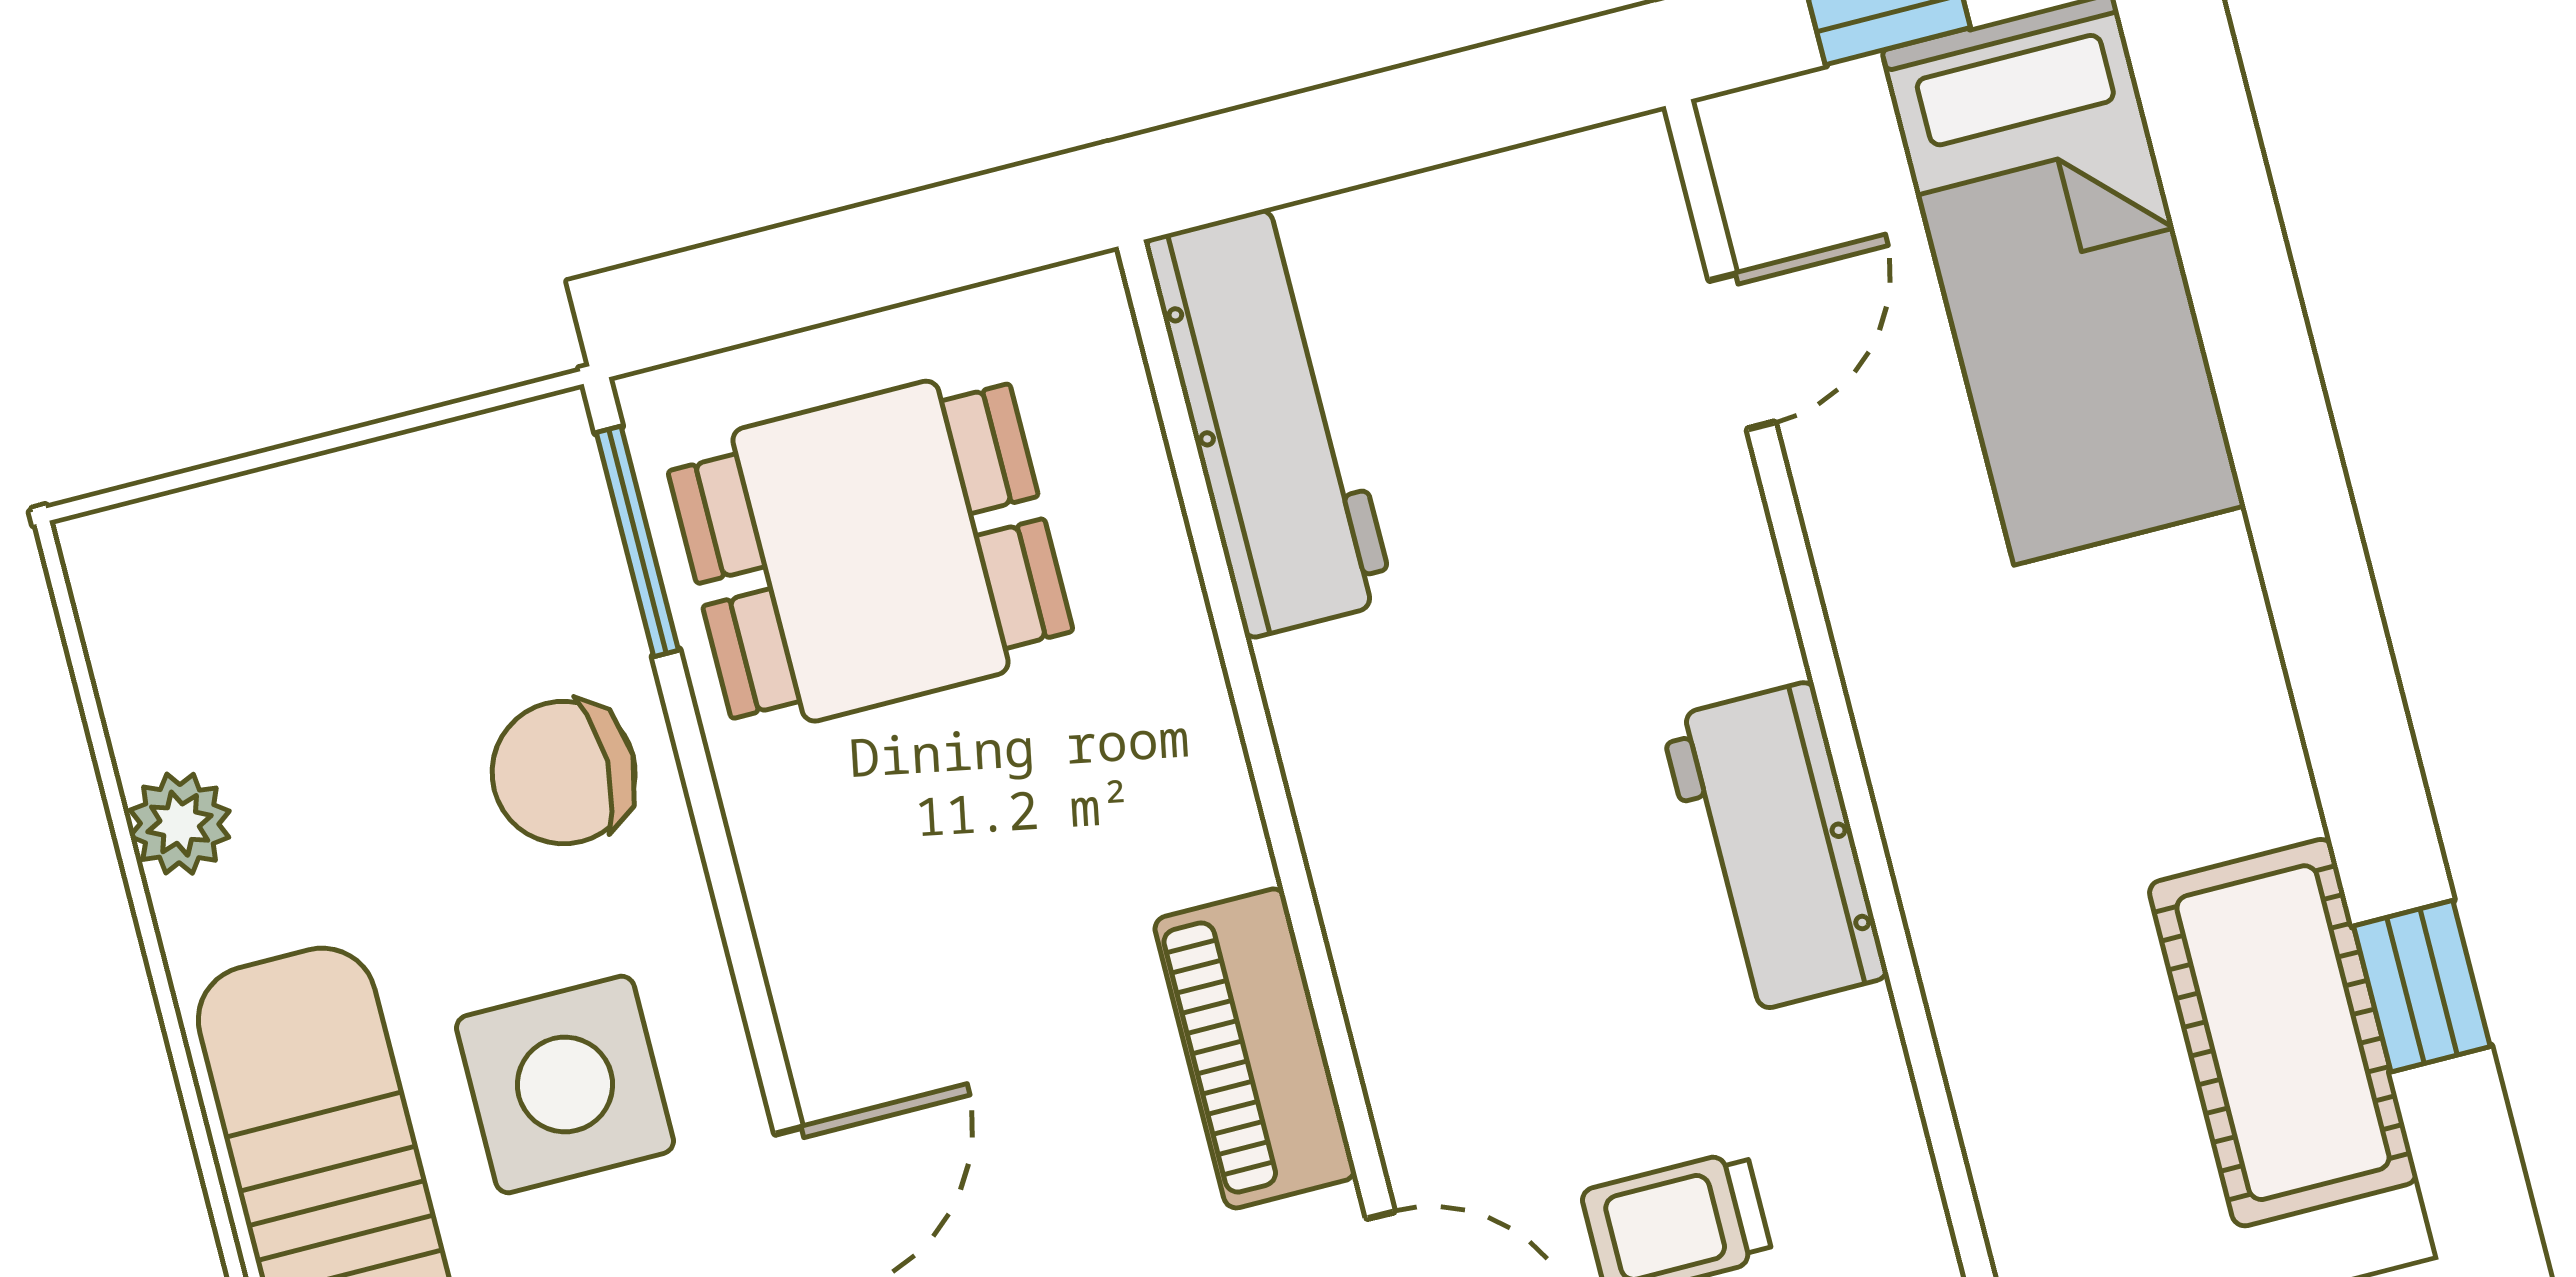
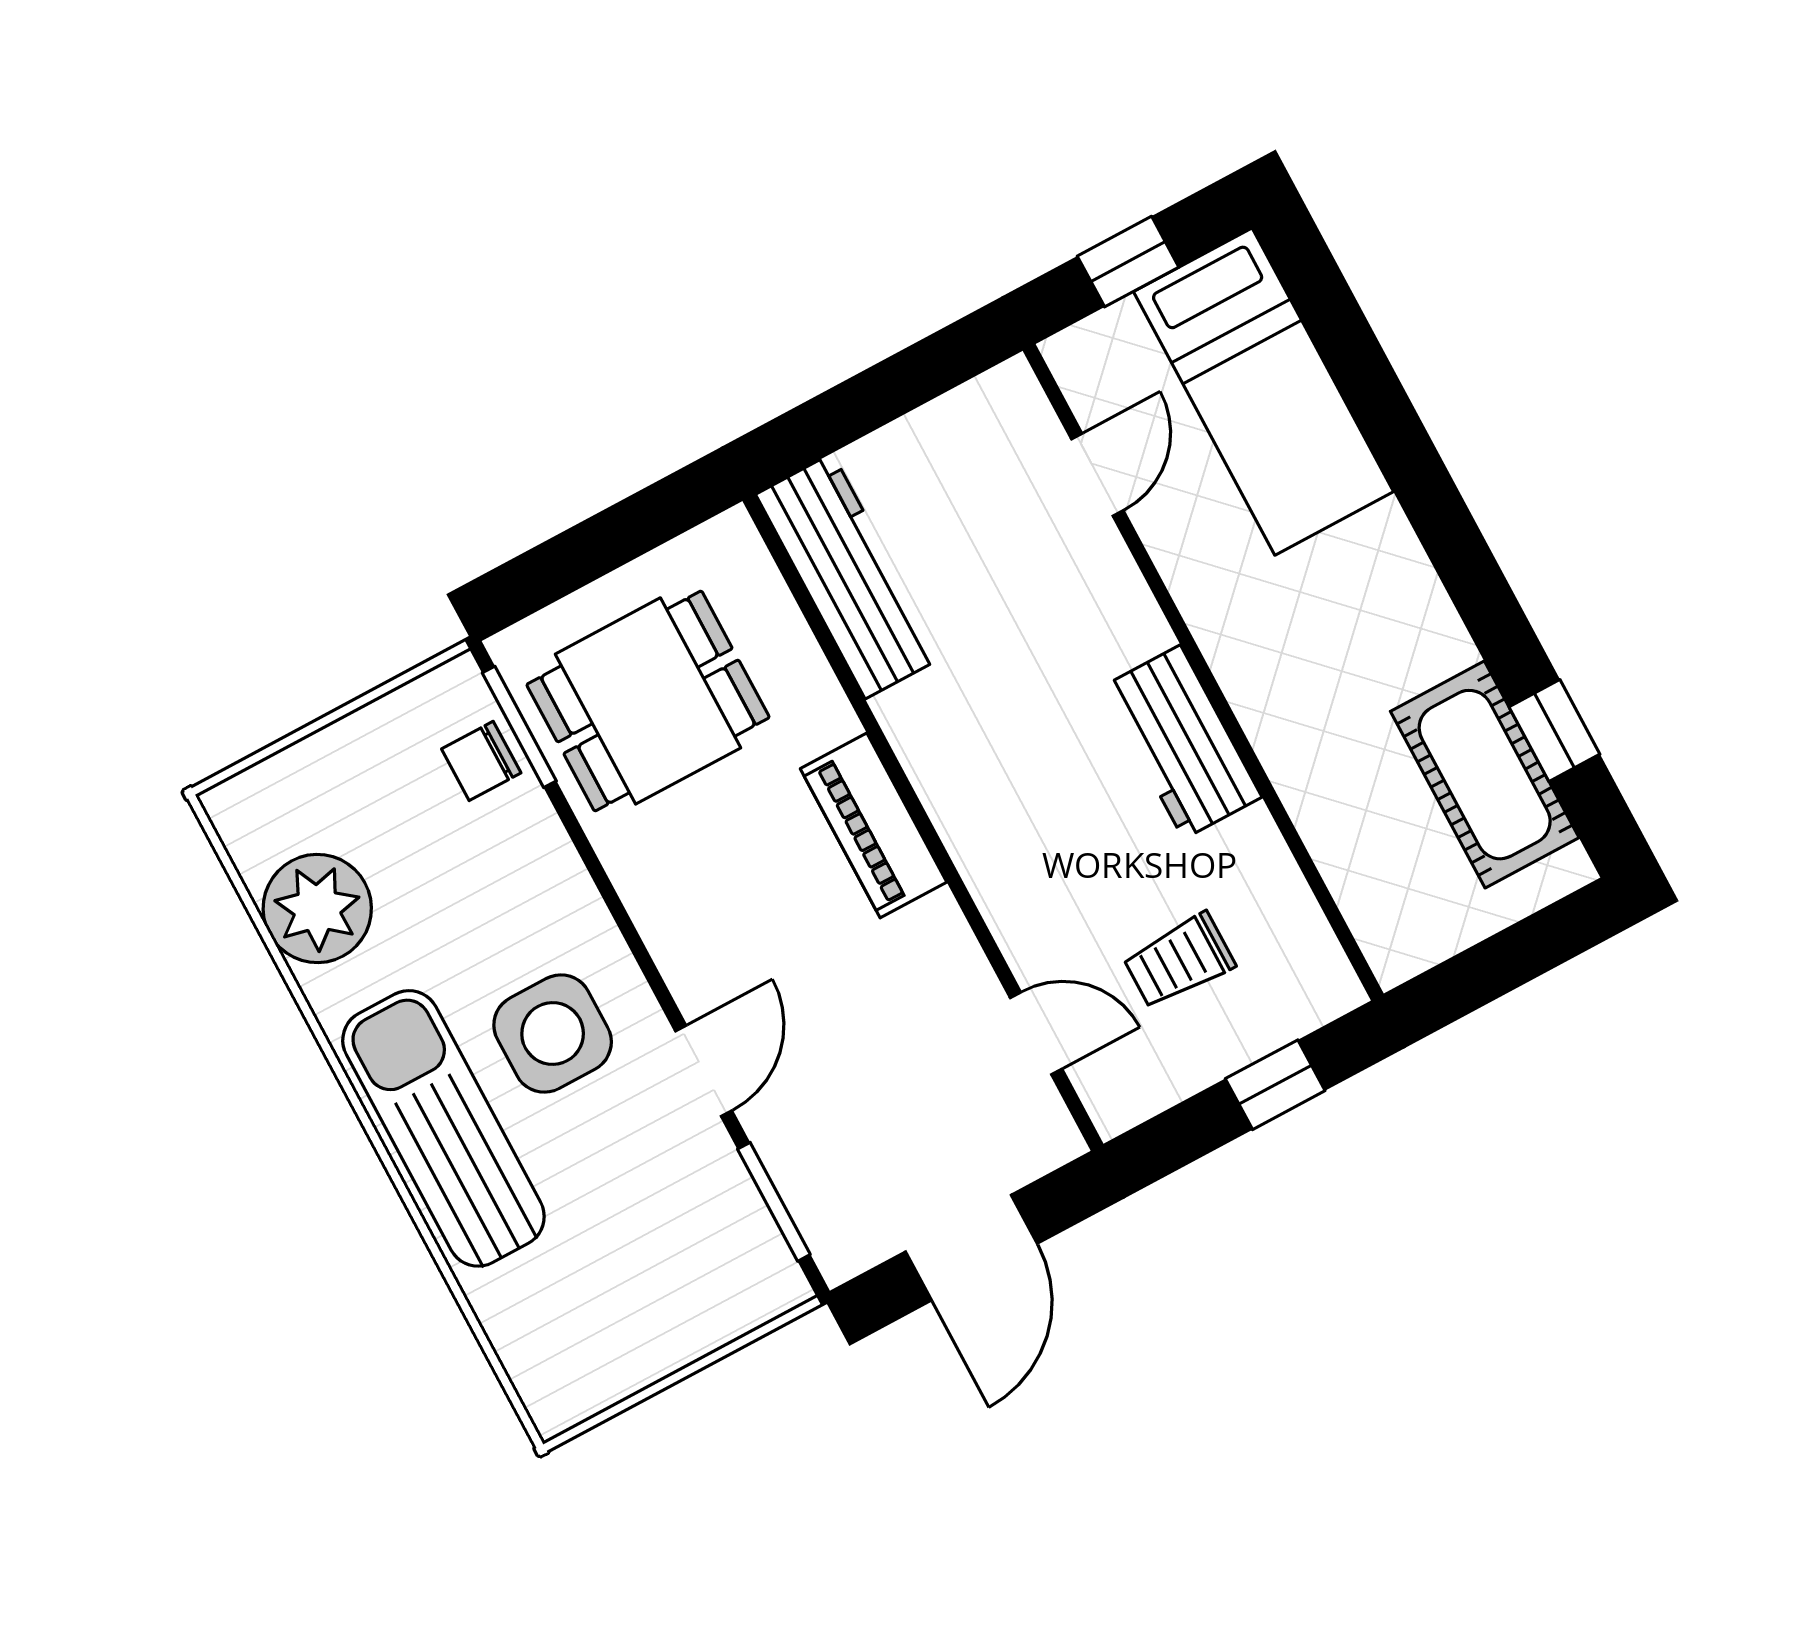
chair: (564, 773) -> (481, 761), moved, width x0.73, depth x0.73
plant: (180, 824) -> (317, 908), width x1.87, depth x1.87
piano: (1255, 1048) -> (874, 825), moved

